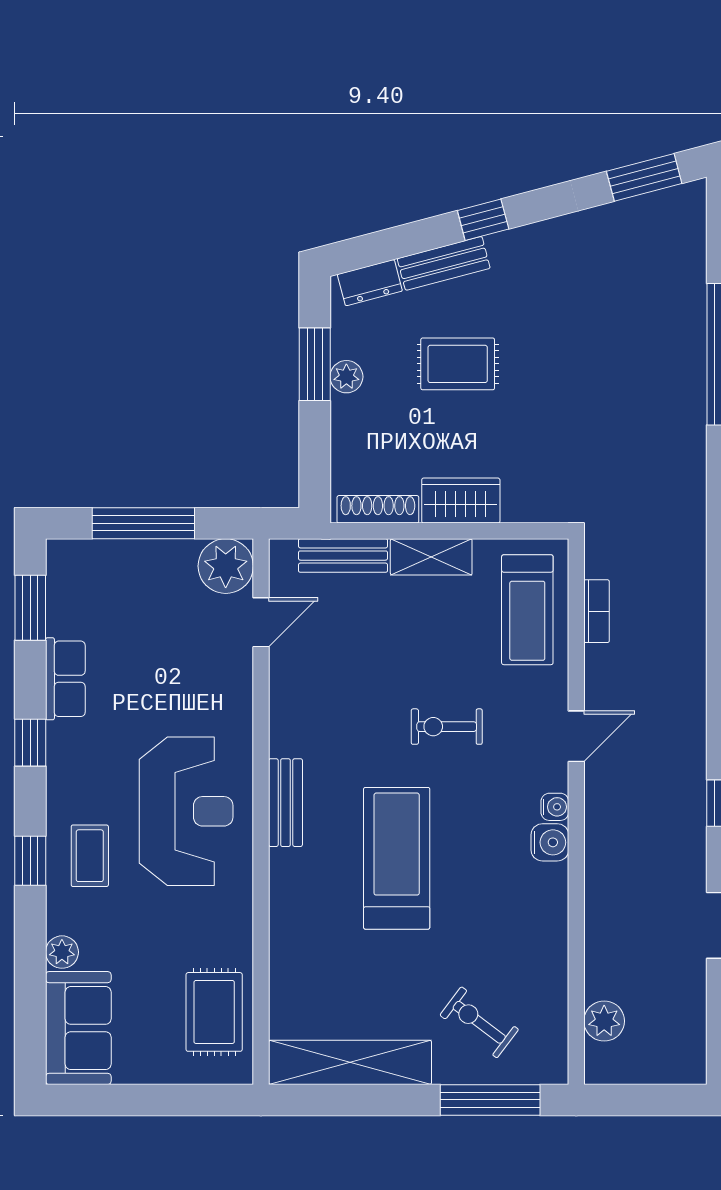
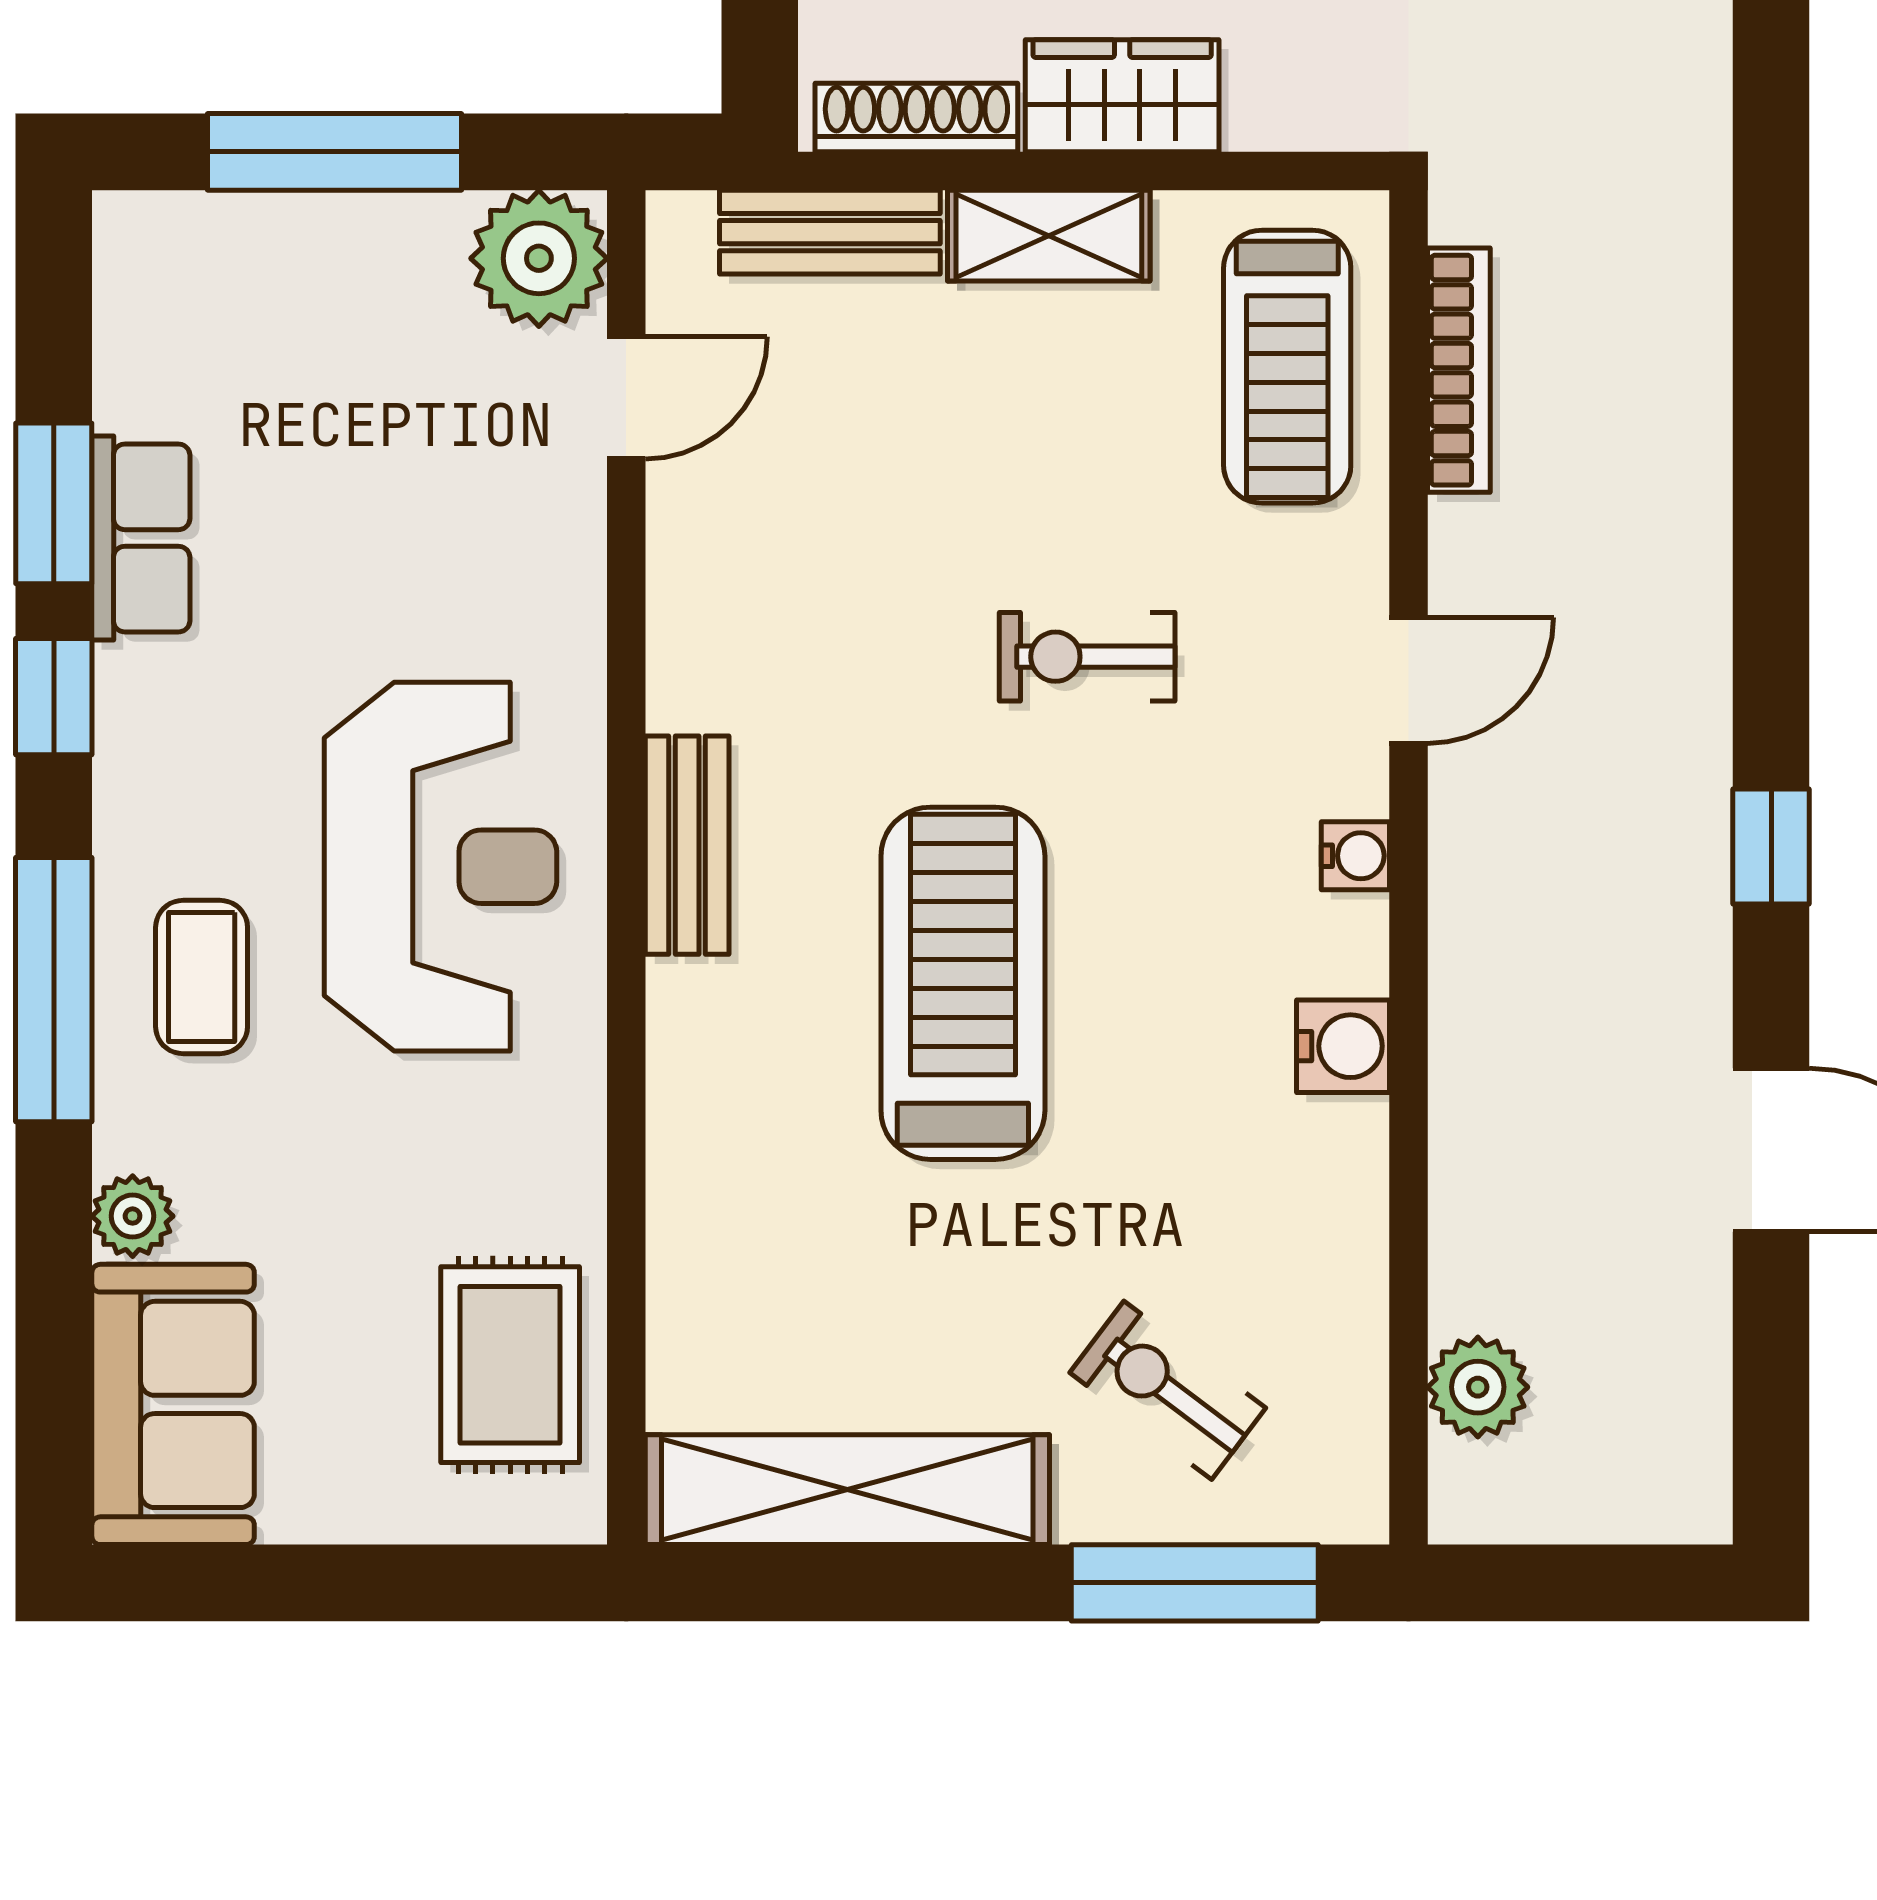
window: (30, 608) -> (54, 503), moved
bookcase: (597, 611) -> (1459, 370), width x1.56
water cooler: (550, 842) -> (1343, 1046), moved
window: (30, 861) -> (54, 990), width x2.17

